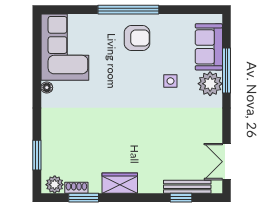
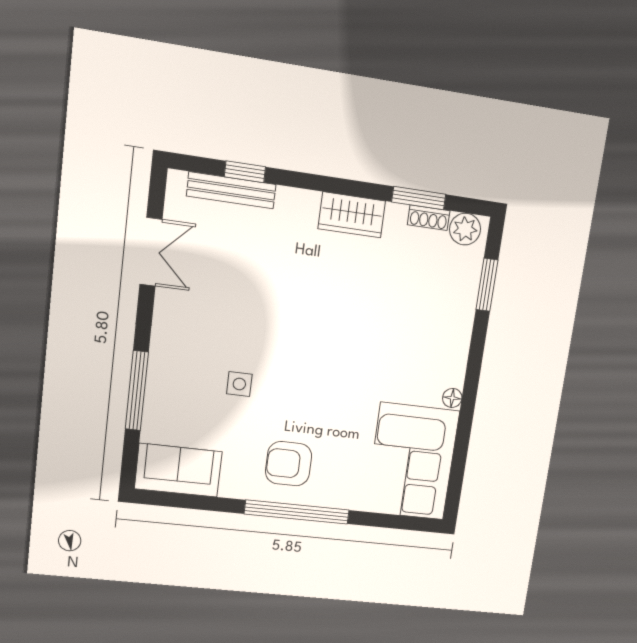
sofa: (209, 47) -> (178, 470), moved, turned -90
plant: (210, 84) -> (169, 371), removed
double door: (227, 162) -> (151, 252), moved

